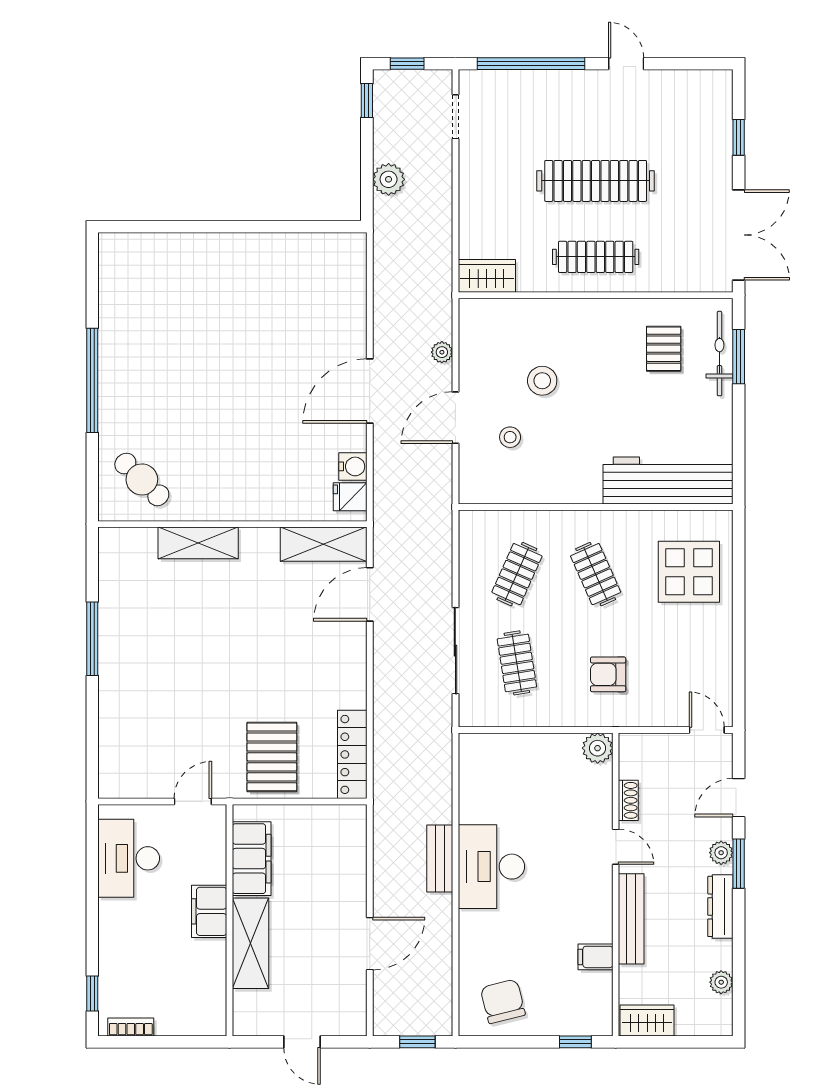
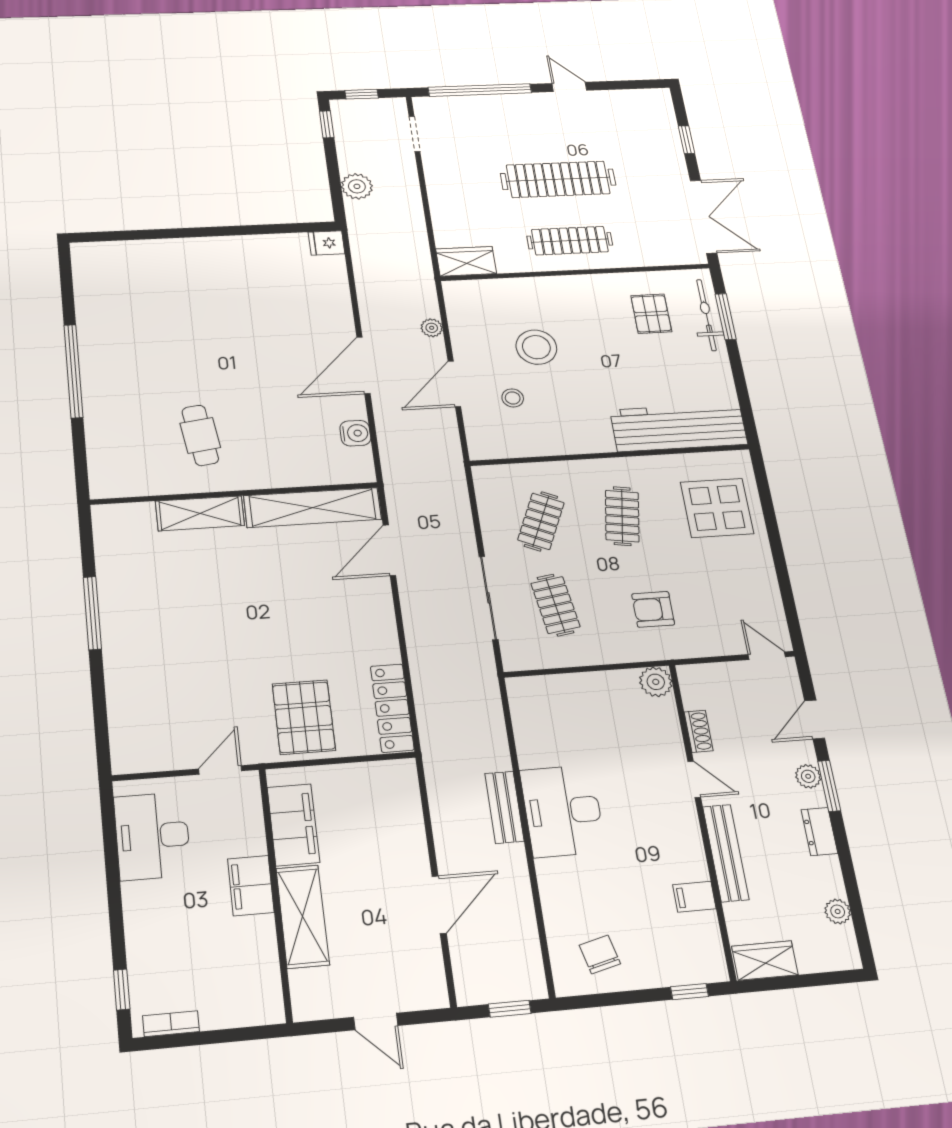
stool: (542, 381) -> (536, 347), width x1.38, depth x1.38
cafe table: (142, 479) -> (200, 435), moved, turned 38
fridge: (350, 497) -> (326, 243), moved
shelving: (323, 544) -> (313, 508), width x1.47
clothes rail: (596, 574) -> (622, 516), turned 33
dresser: (720, 906) -> (819, 832), width x0.70
chair: (503, 1001) -> (600, 954), width x0.73, depth x0.73

